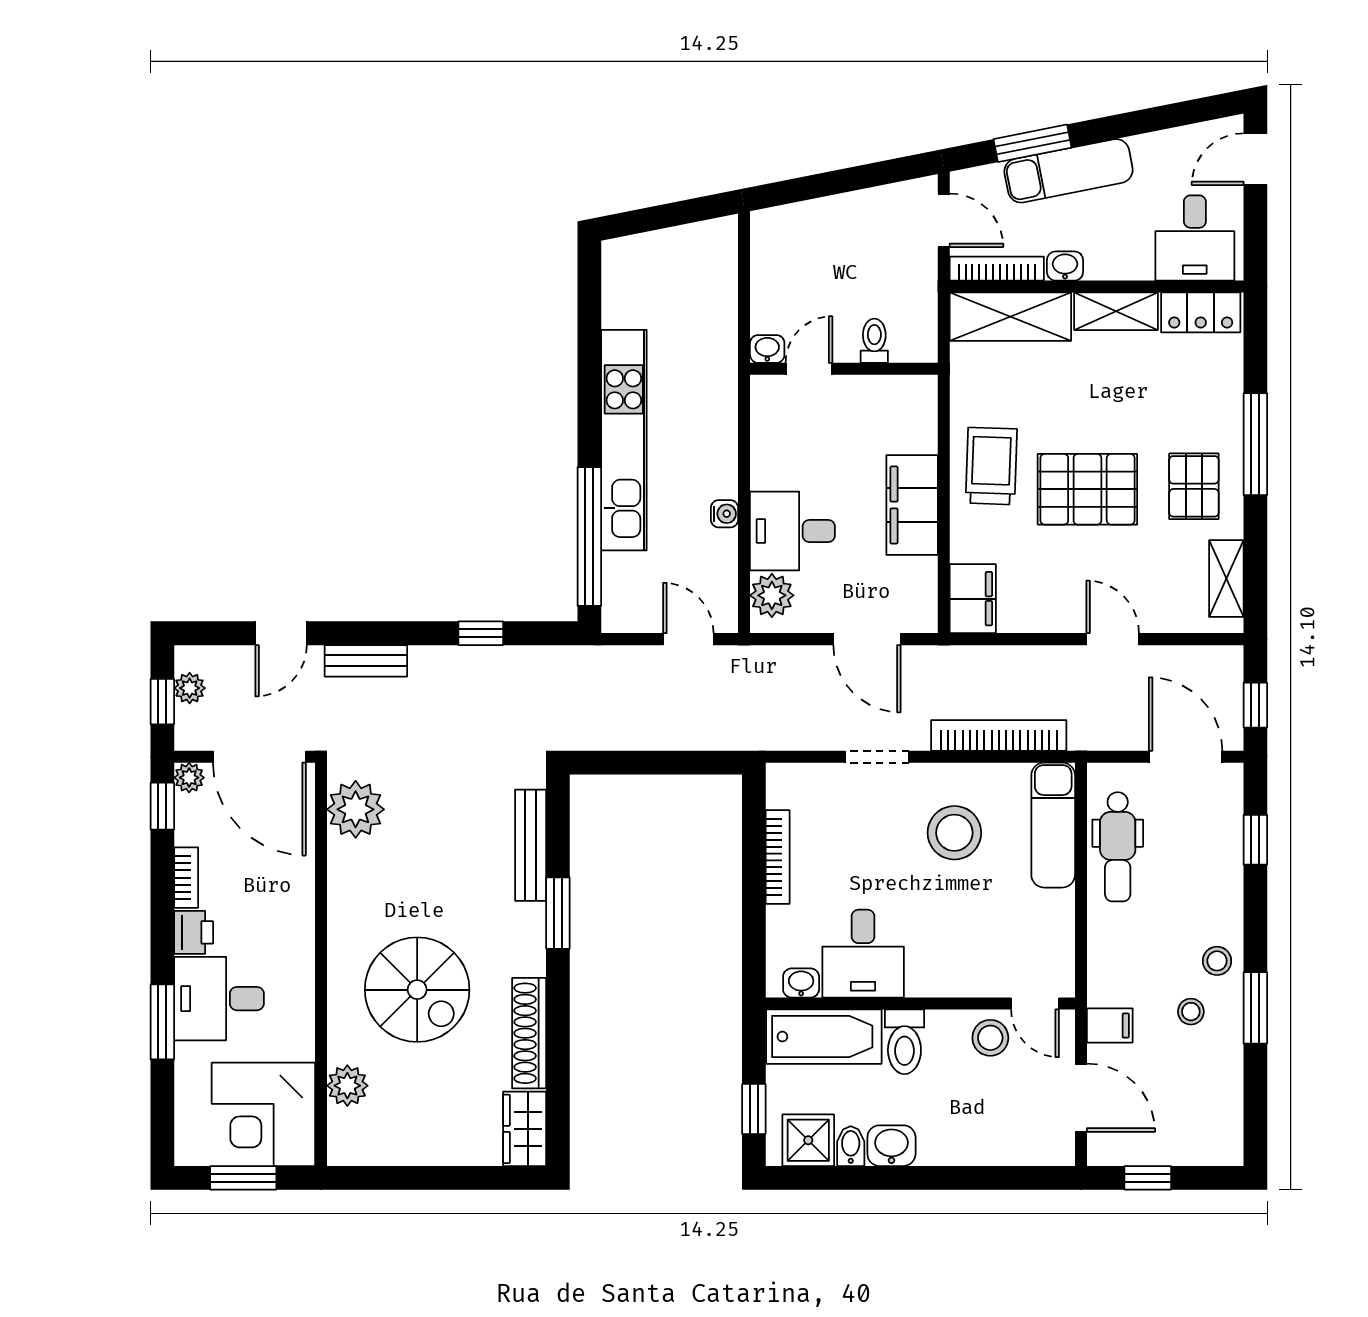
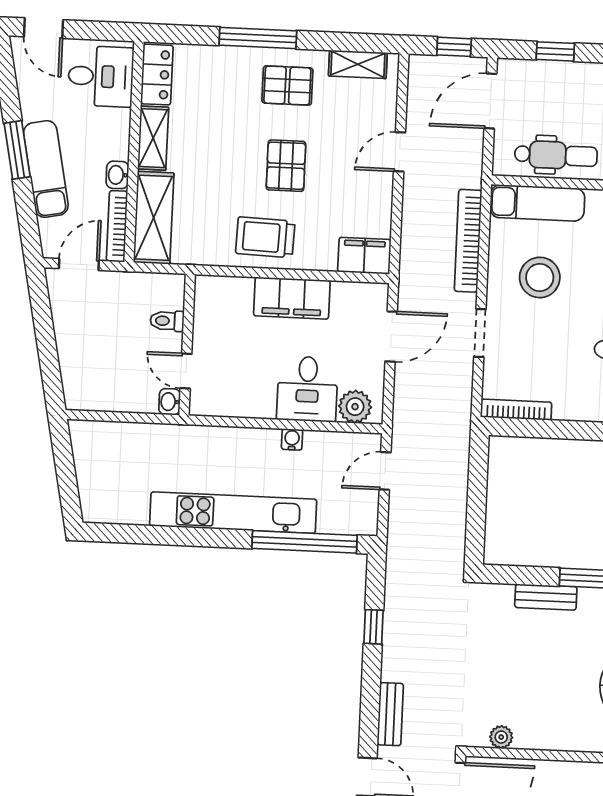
window: (1032, 143) -> (17, 150), moved
pallet: (1087, 489) -> (286, 166), width x0.67, depth x0.71
plant: (356, 809) -> (501, 737), width x0.53, depth x0.53
bench: (531, 845) -> (546, 597), width x0.73
bookcase: (778, 857) -> (516, 410), moved

